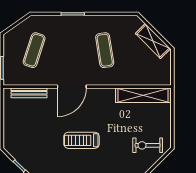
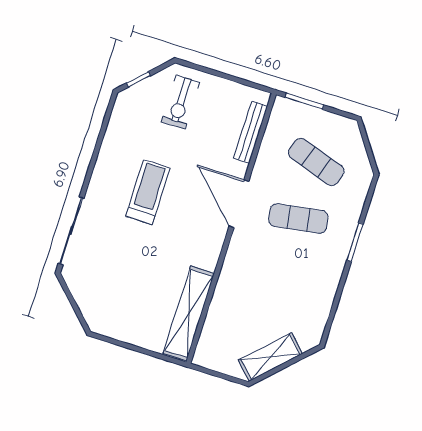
exercise mat: (105, 50) -> (298, 219), moved
exercise bike: (148, 145) -> (181, 102), moved, turned 180

